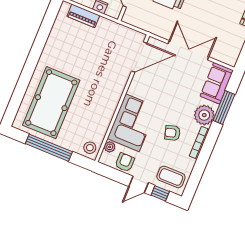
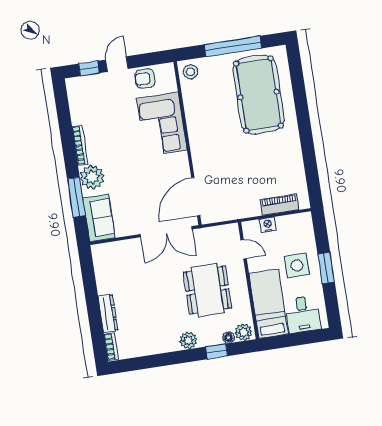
double door: (188, 50) -> (166, 232), moved
armchair: (172, 133) -> (114, 139), removed
plant: (110, 147) -> (170, 85), removed
armchair: (125, 162) -> (145, 79), turned 90
coffee table: (171, 177) -> (88, 92), removed

